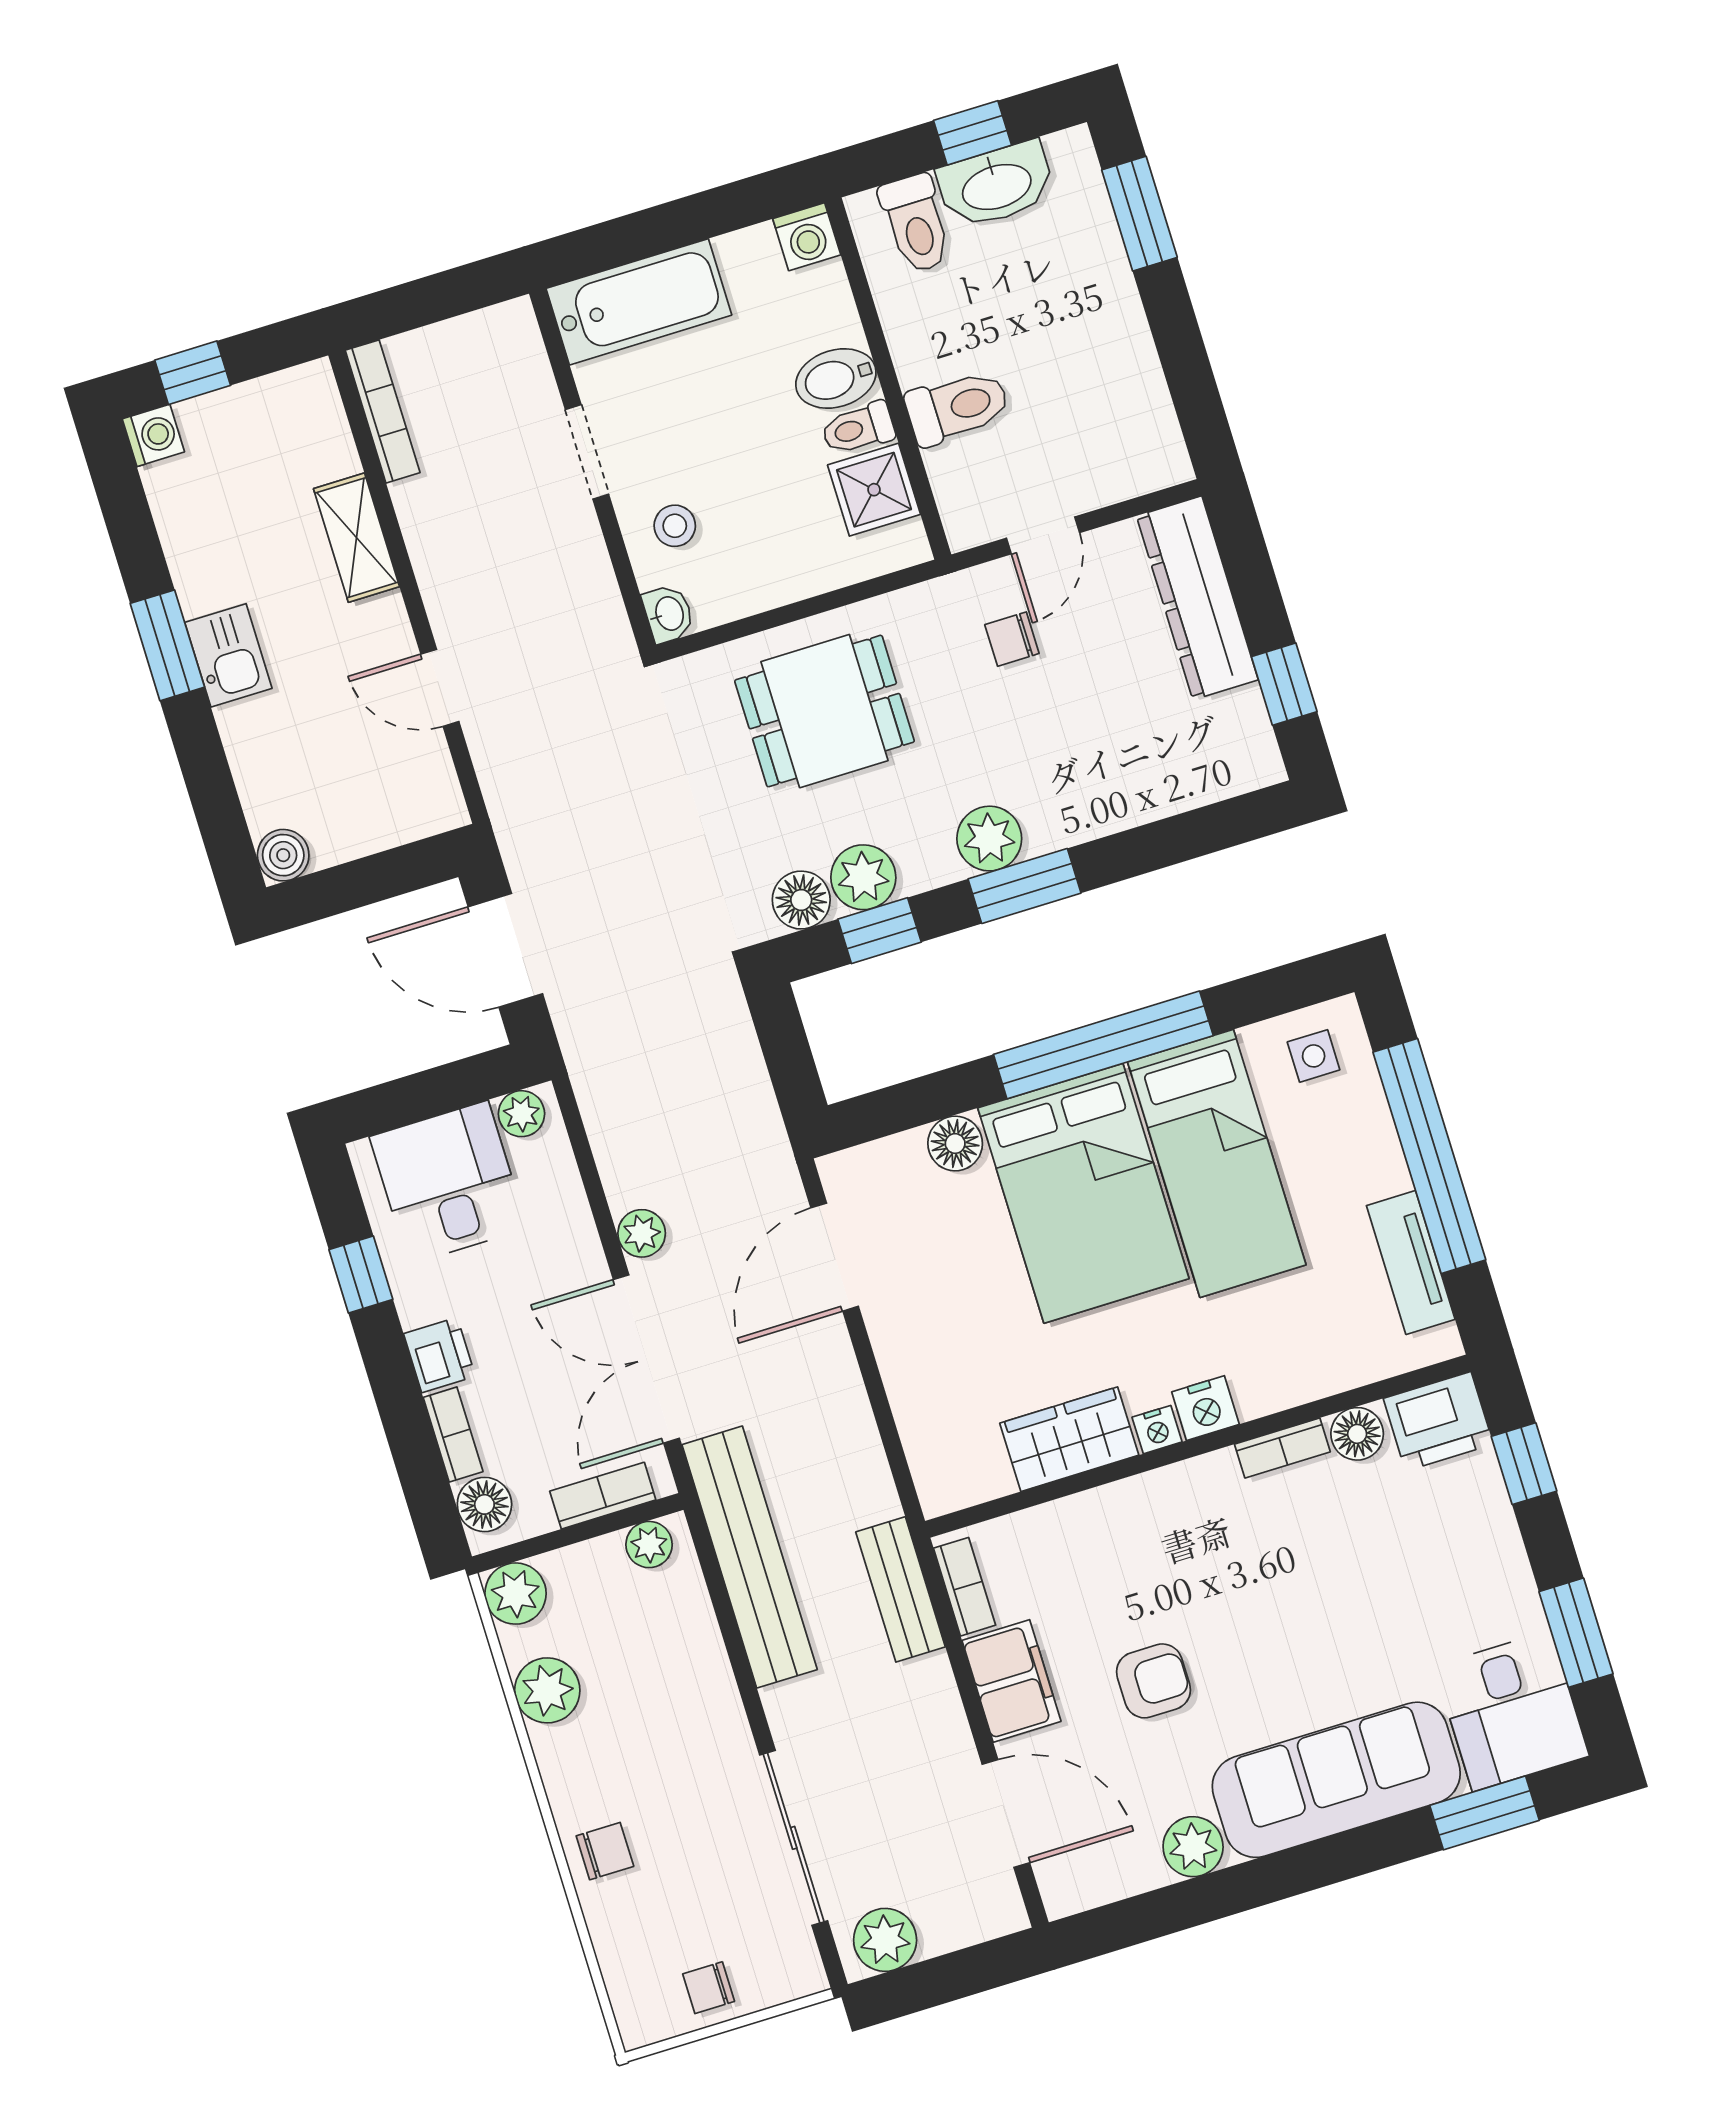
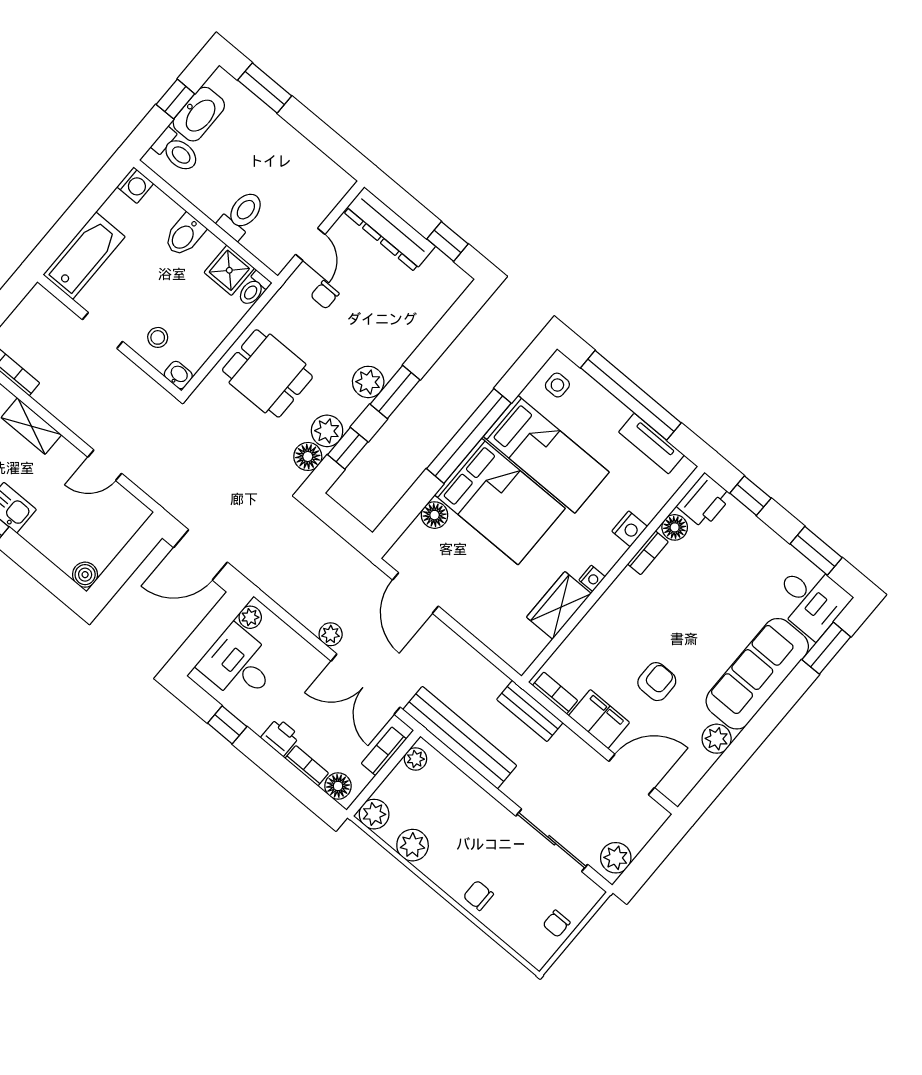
toilet: (858, 428) -> (254, 289), moved
dining table: (824, 711) -> (267, 373), turned 90
nightstand: (1205, 1408) -> (630, 529), moved
chair: (605, 1851) -> (478, 895), turned -90

